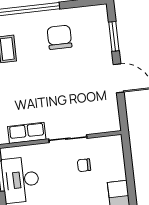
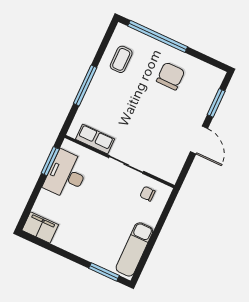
chair: (84, 165) -> (148, 194), moved

